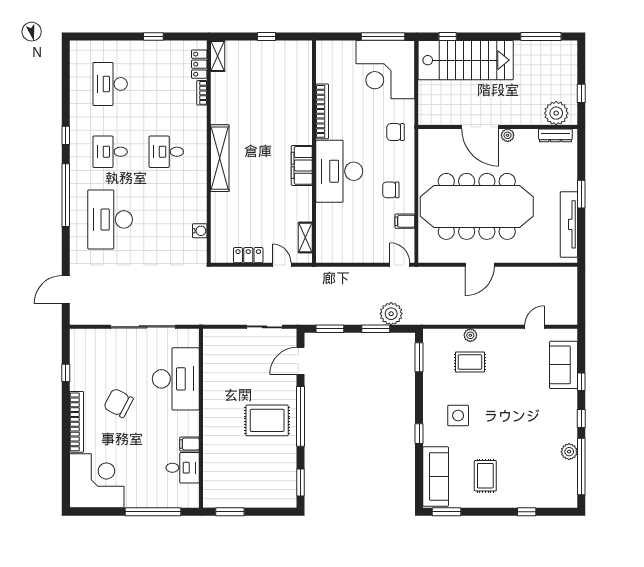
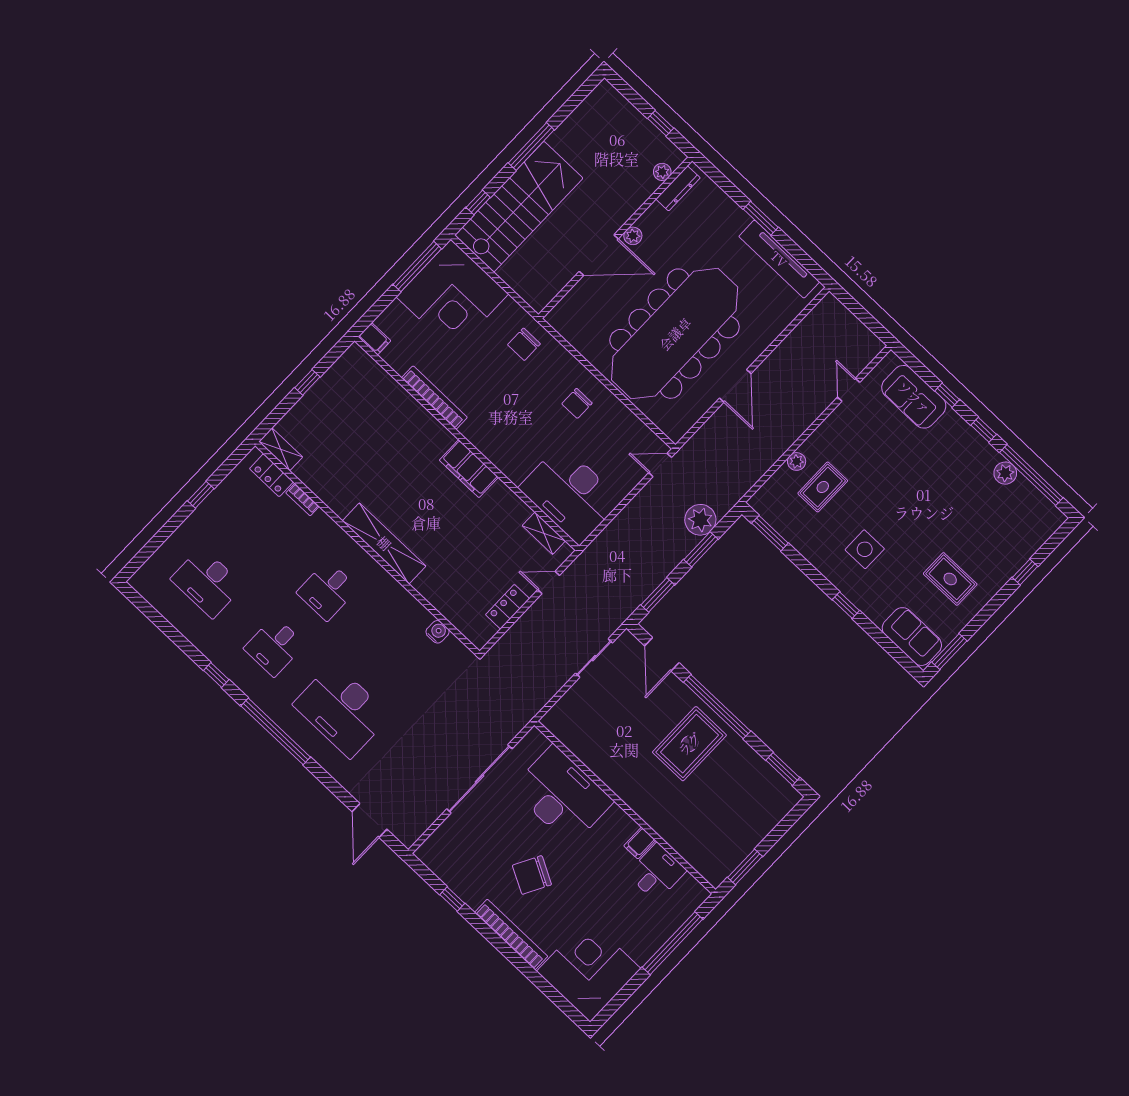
window: (541, 37) -> (531, 146), moved
plant: (556, 113) -> (662, 172), width x0.53, depth x0.53
desk: (339, 171) -> (570, 494), moved
filing cabinet: (405, 221) -> (374, 339), moved, turned -90
sofa: (436, 476) -> (912, 637), width x0.73

